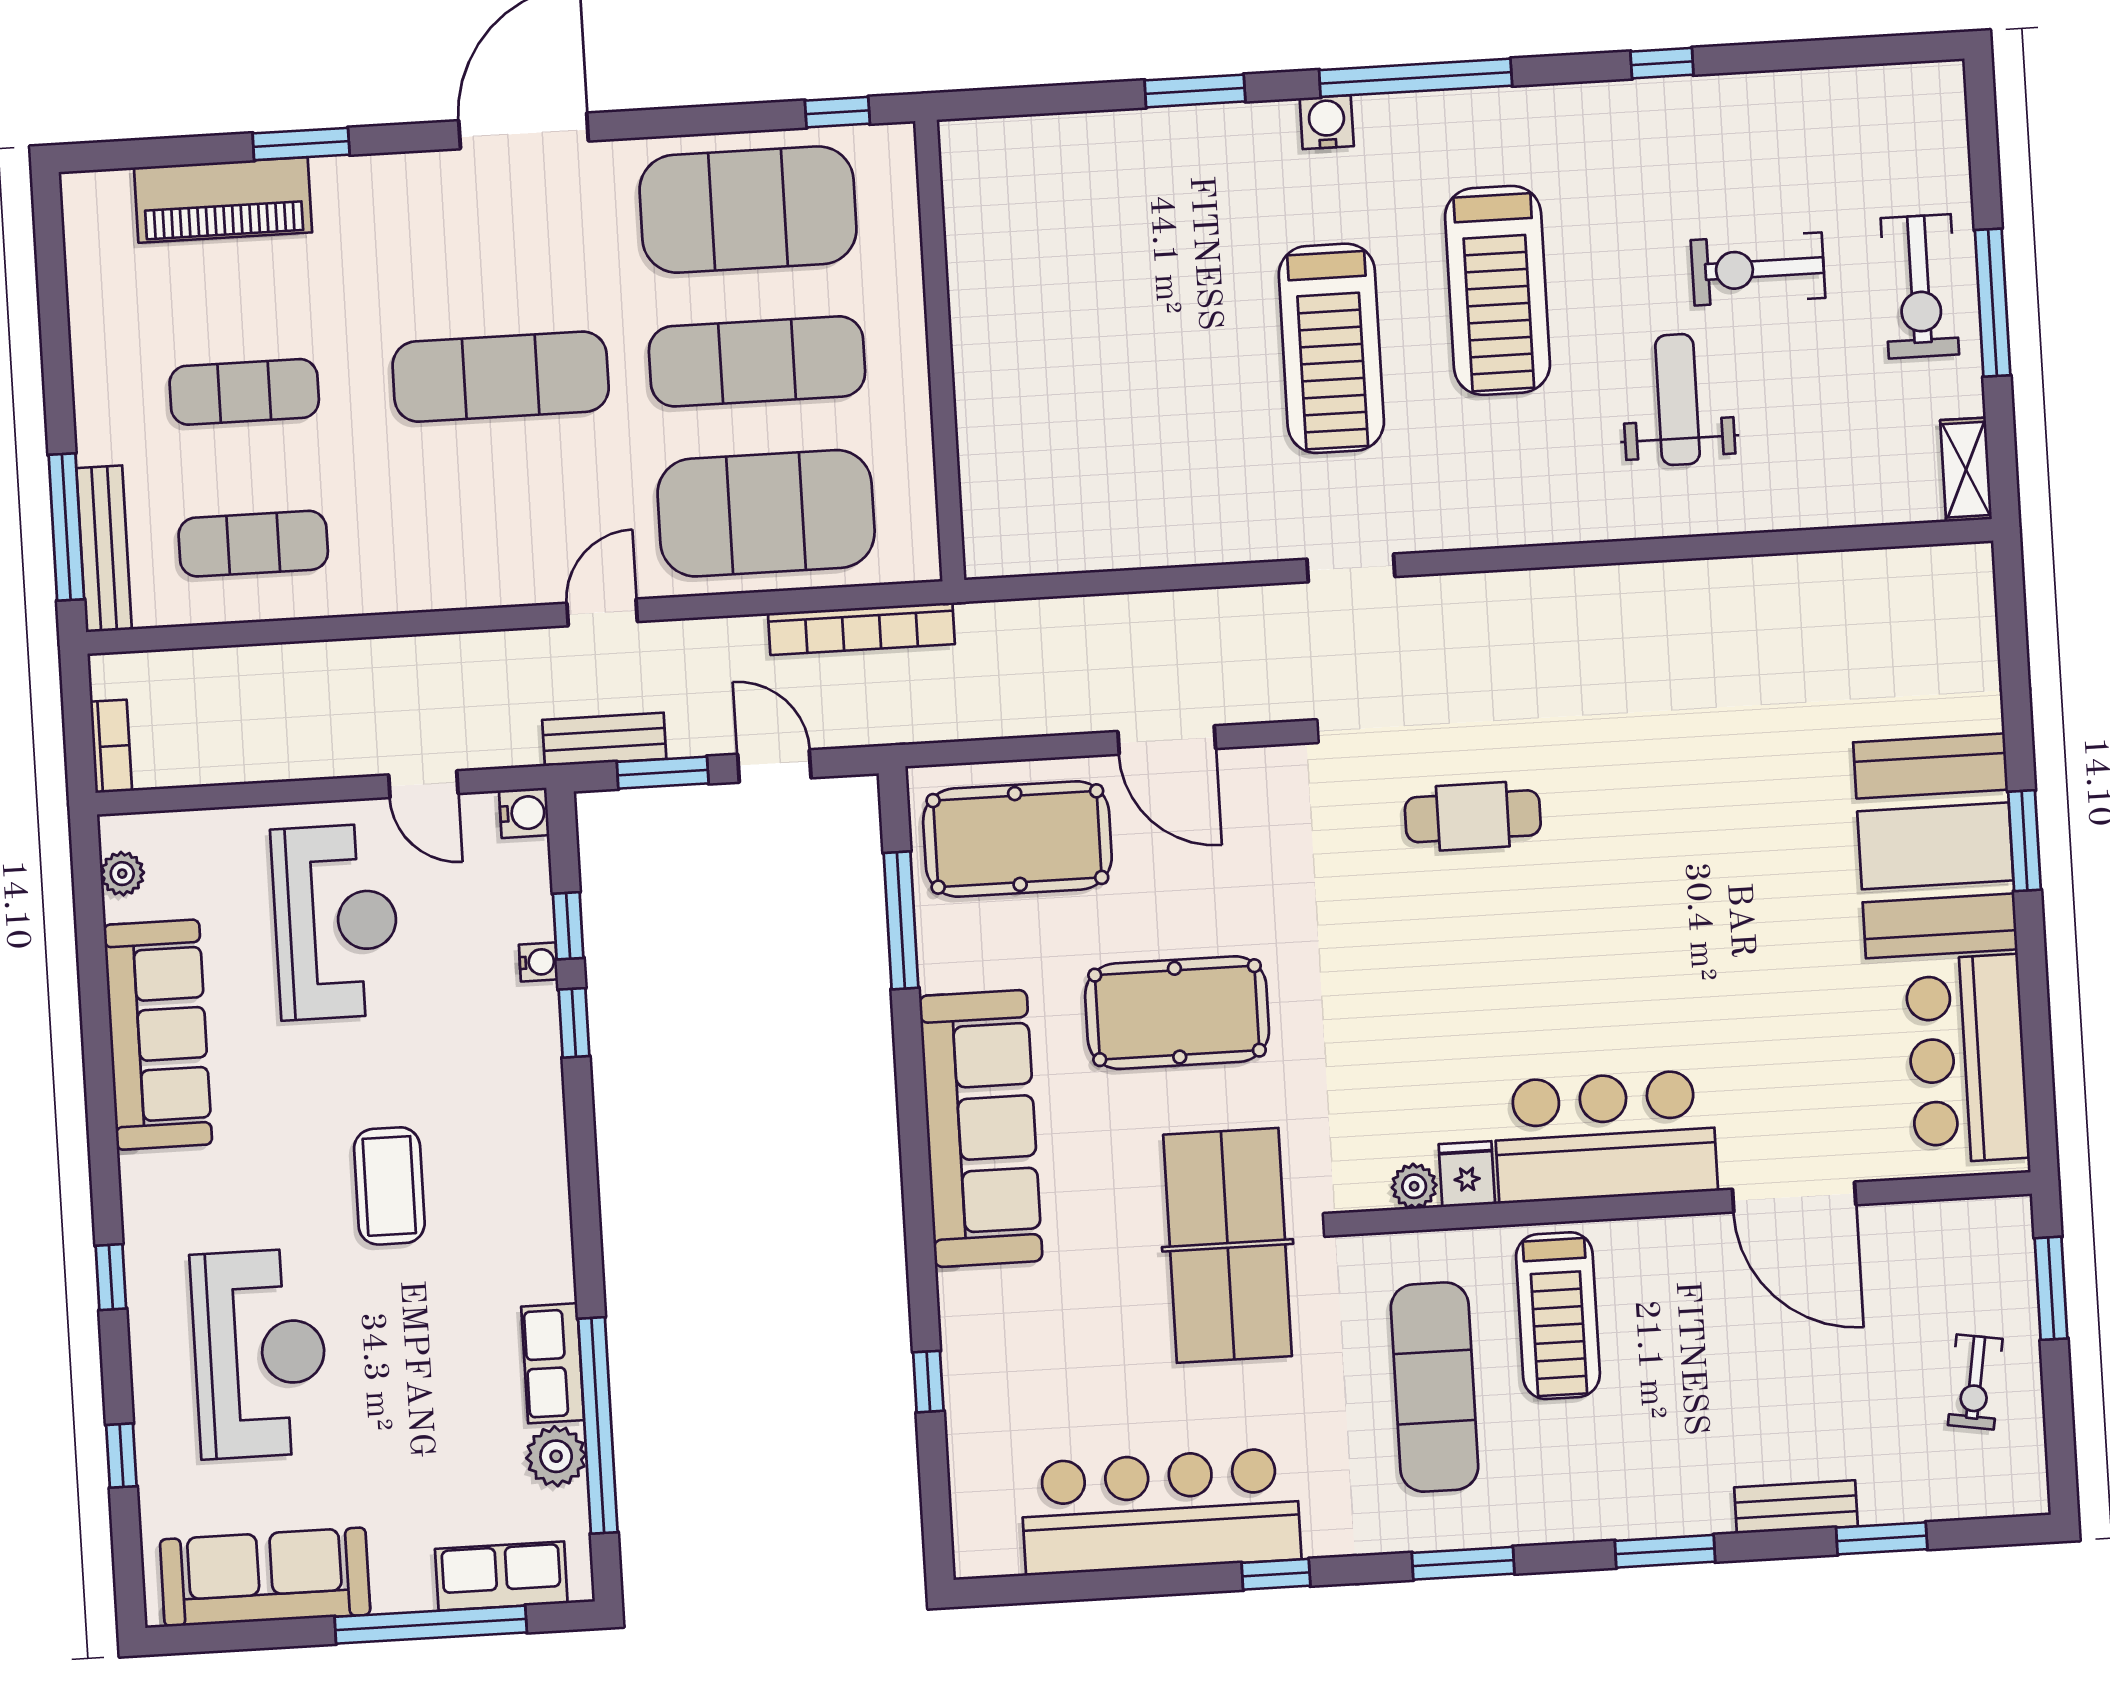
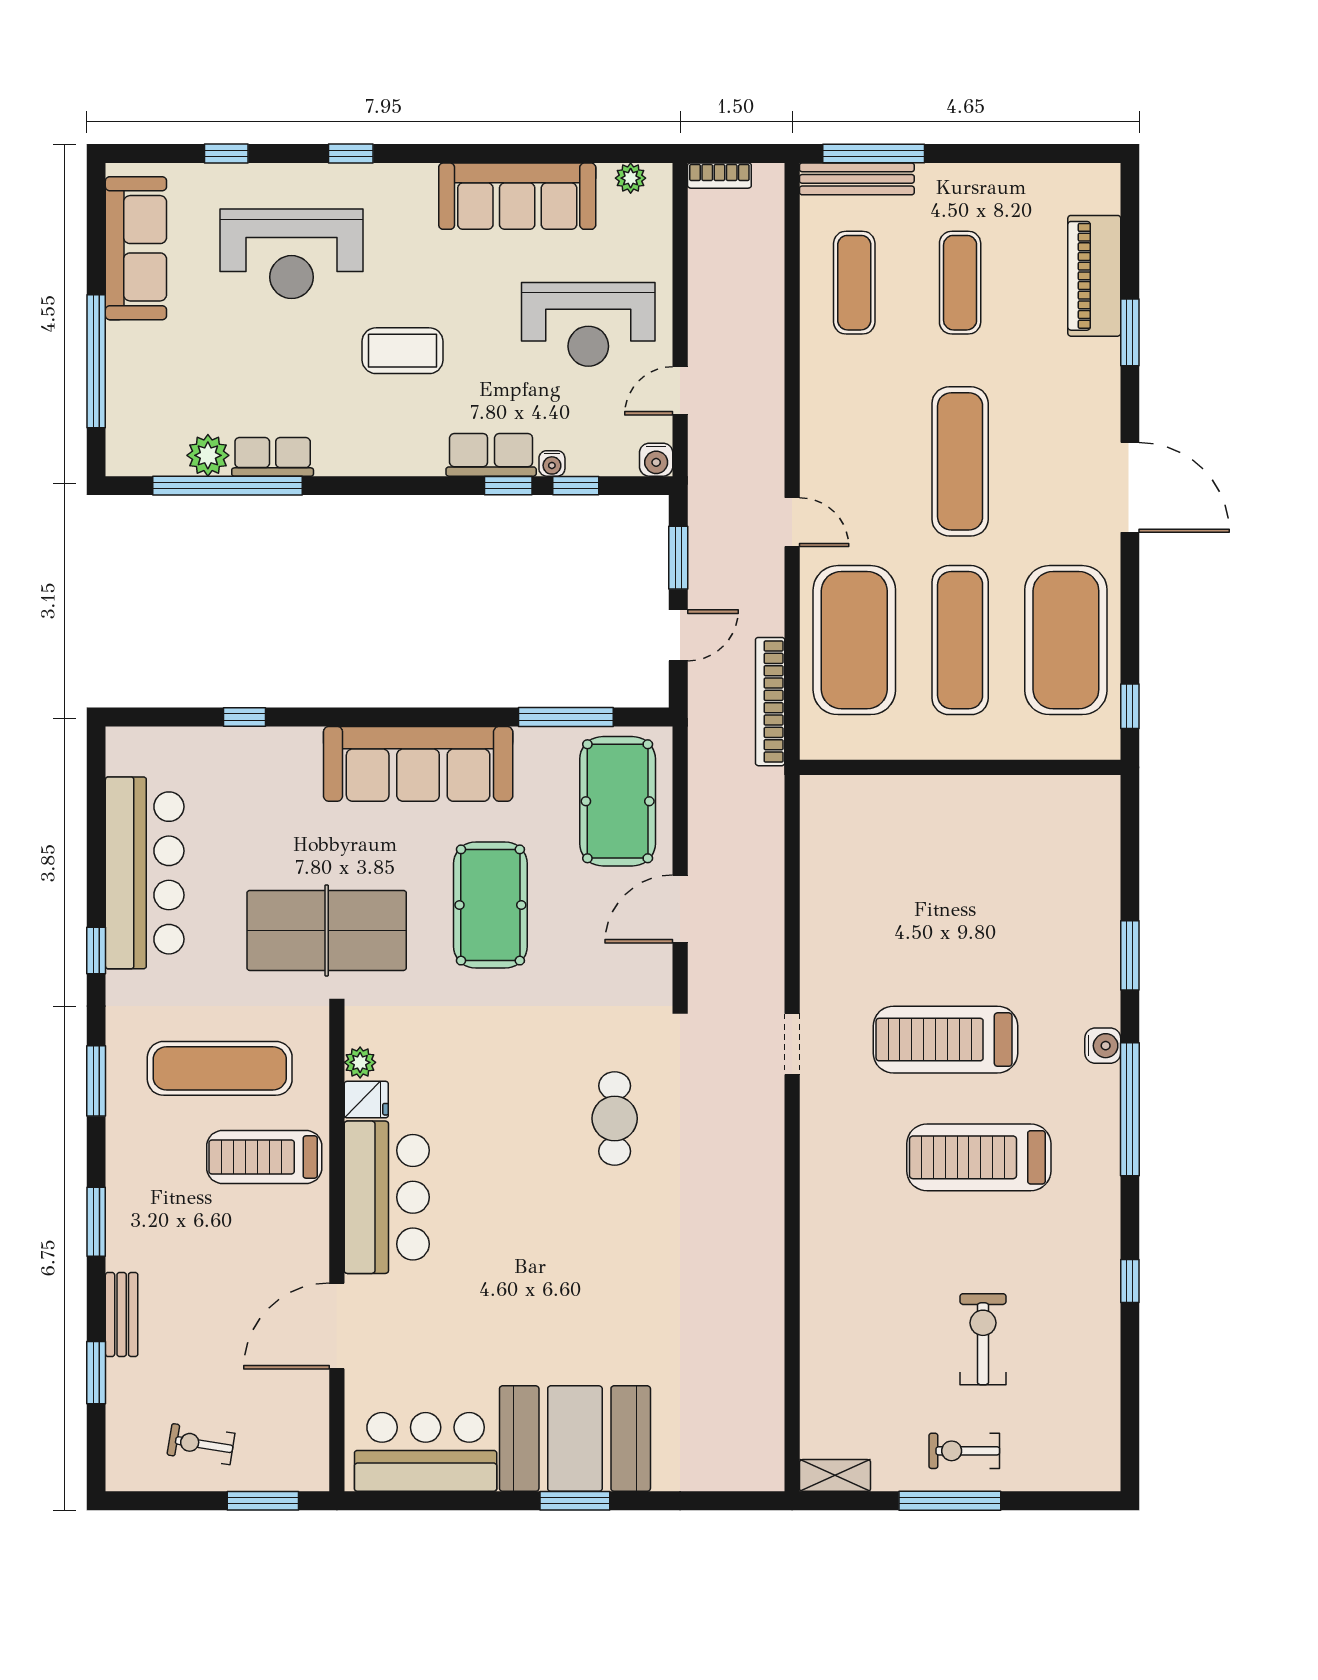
exercise bike: (1920, 286) -> (964, 1451), width x0.73, depth x0.72
weight bench: (1677, 400) -> (896, 1278), removed
bench: (604, 739) -> (704, 518), removed
row of seats: (501, 1576) -> (491, 455), moved, turned -90

